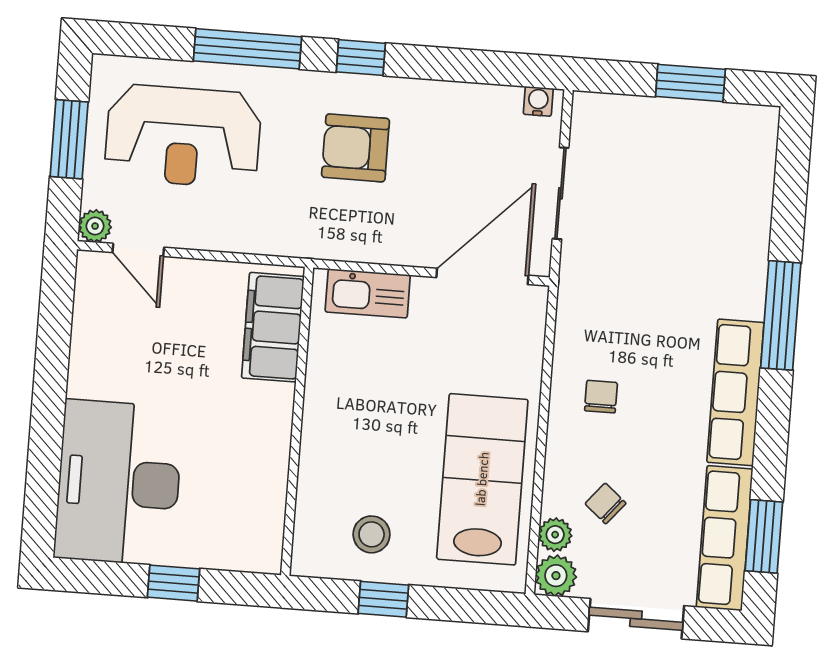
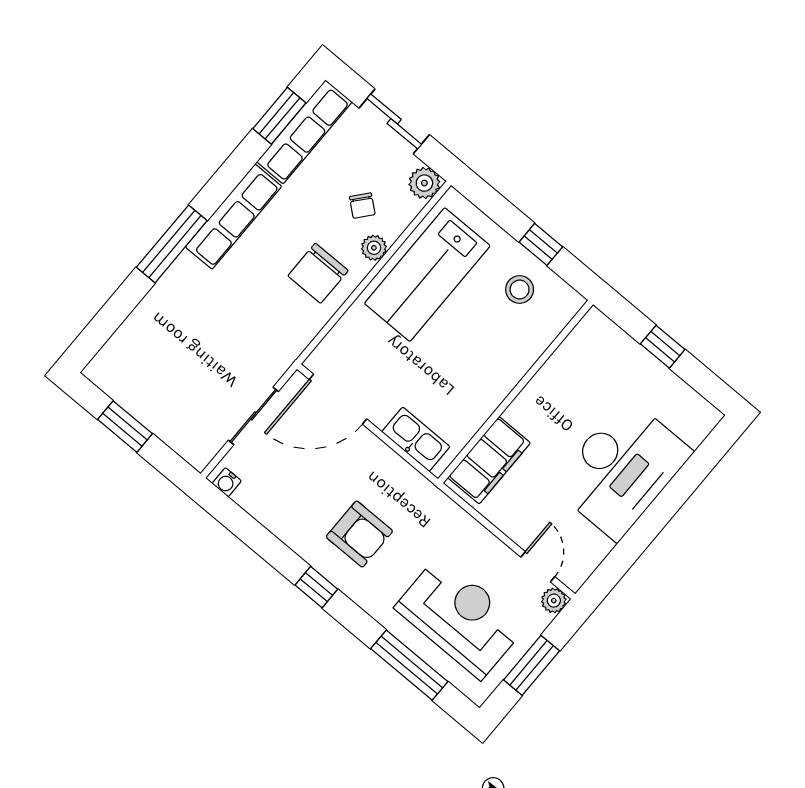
window: (247, 49) -> (409, 665), moved
chair: (601, 397) -> (318, 273), width x1.87, depth x1.87
desk: (119, 483) -> (622, 469), moved
plant: (555, 535) -> (374, 248), moved

